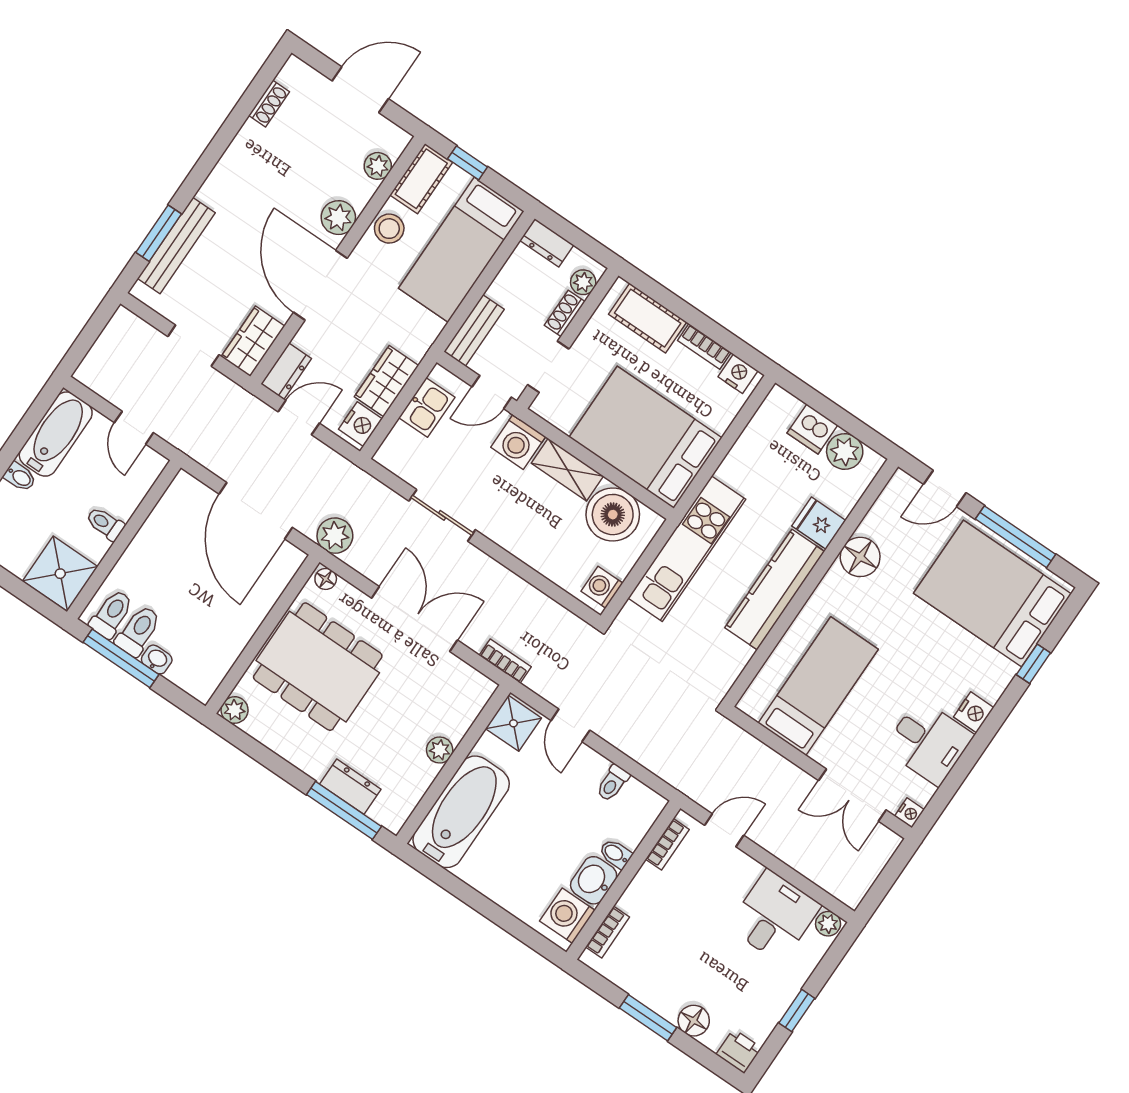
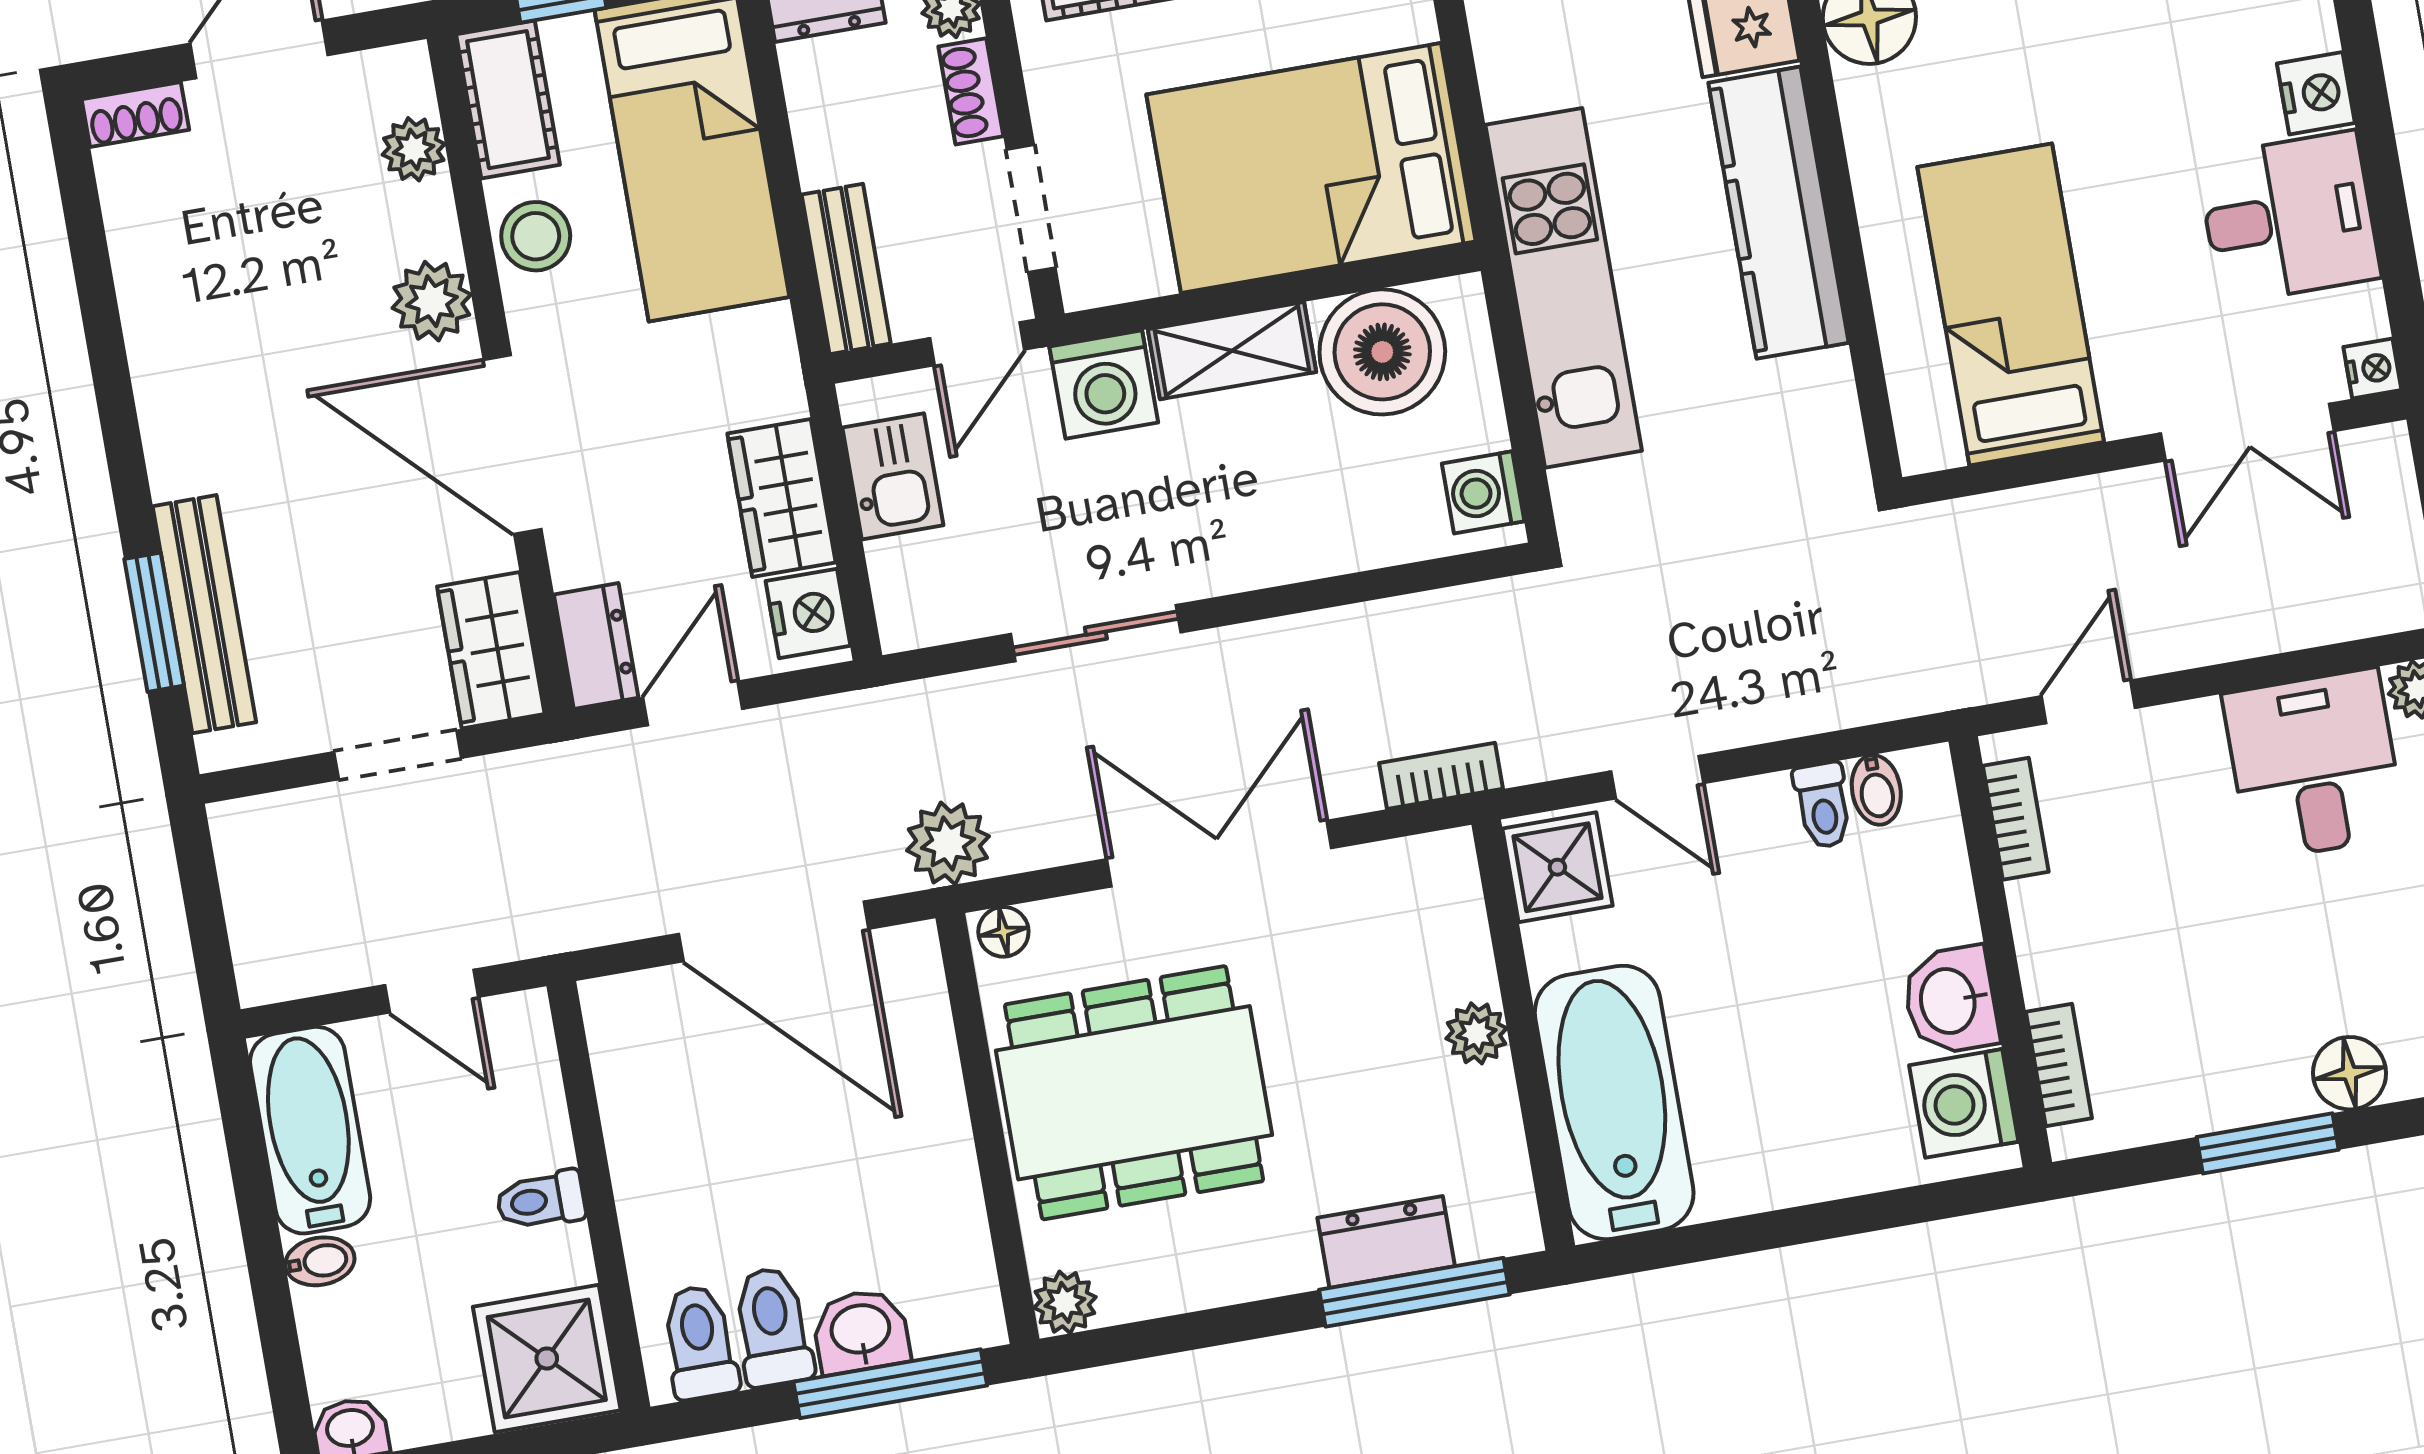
shoe rack: (269, 104) -> (135, 115), moved, turned 90
window: (121, 658) -> (890, 1384), moved
washbasin: (157, 659) -> (861, 1331), width x1.38, depth x1.45
bidet: (616, 854) -> (1876, 790), moved, turned -90

